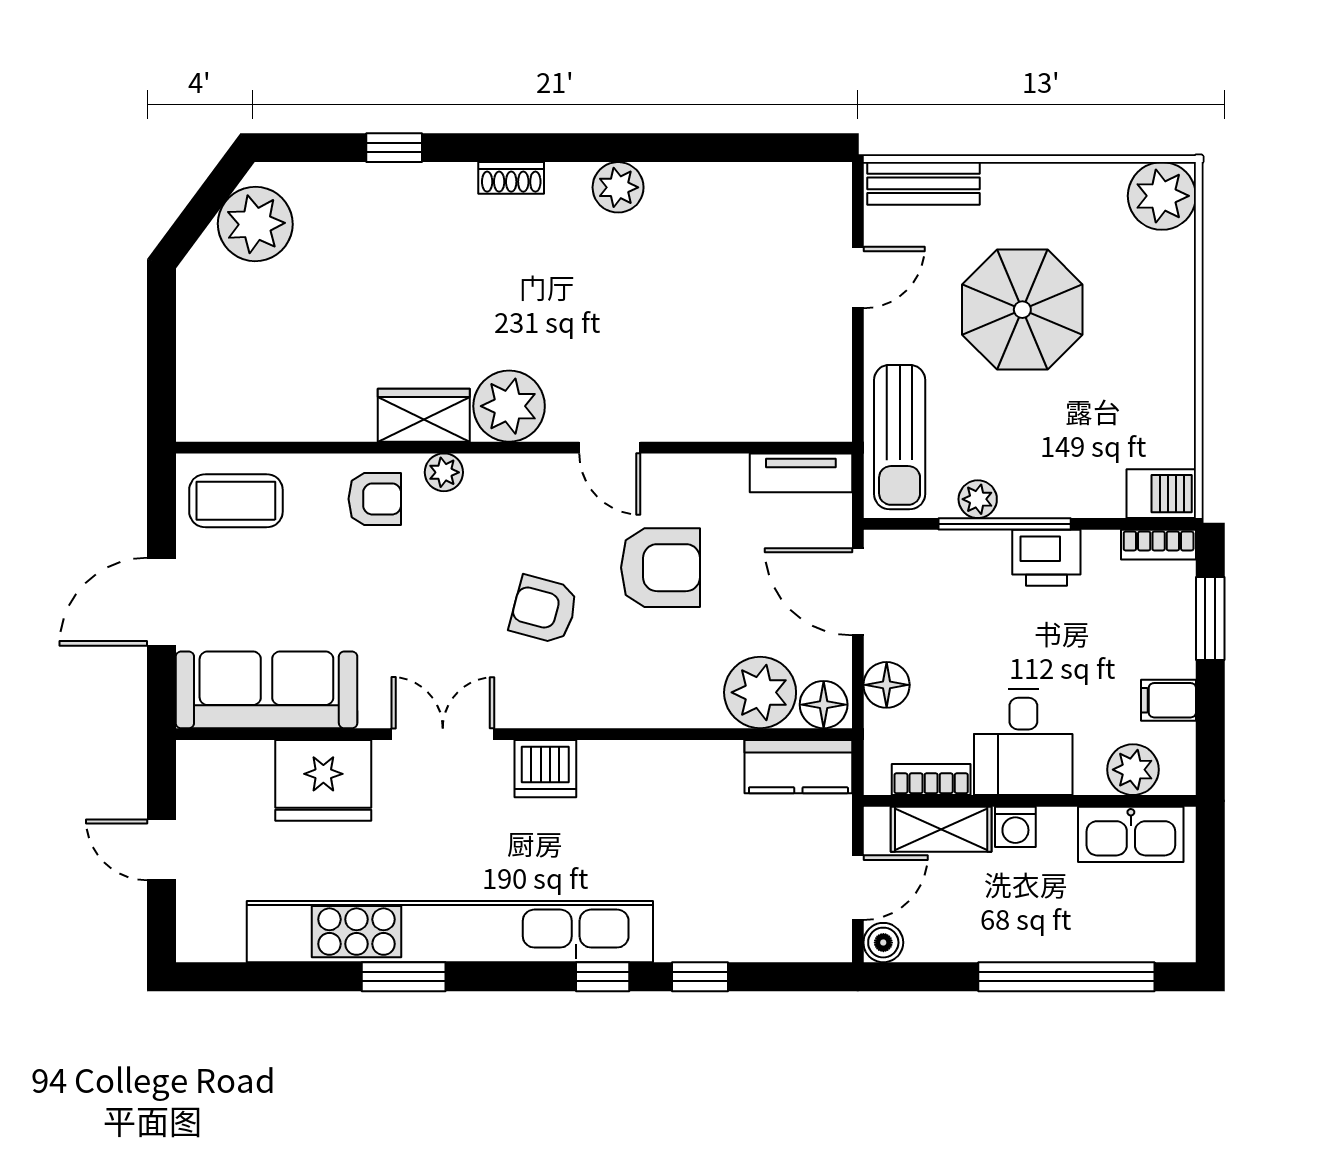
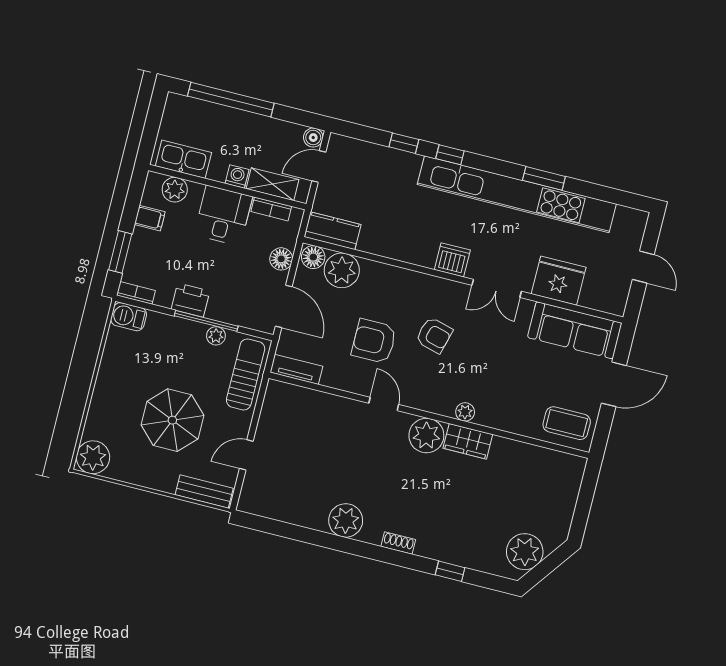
plant: (618, 187) -> (346, 520), width x1.36, depth x1.36
armchair: (375, 499) -> (501, 408), removed

